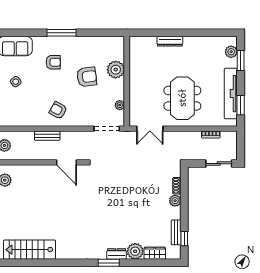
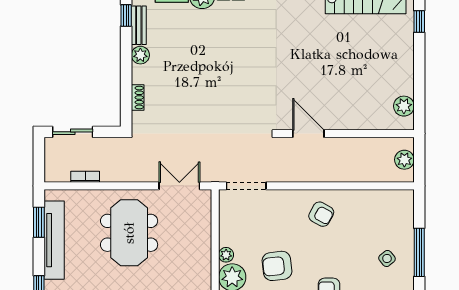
plant: (120, 105) -> (226, 255), moved
bench: (47, 136) -> (338, 175), removed
plant: (175, 201) -> (140, 55), moved

